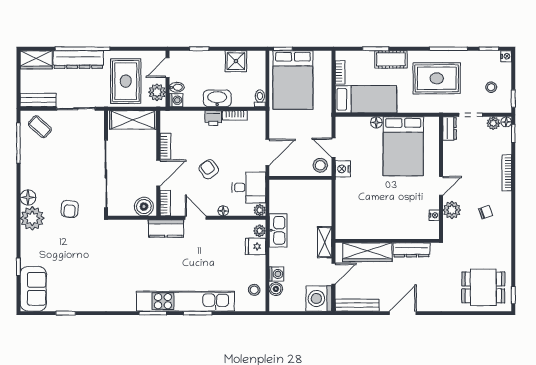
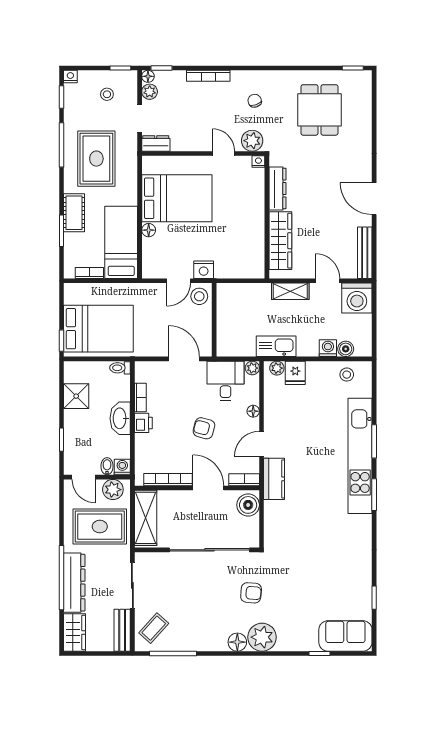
bookcase: (165, 146) -> (168, 480), width x1.56
armchair: (209, 169) -> (204, 428), turned 51
wall: (387, 241) -> (267, 217), moved
dresser: (411, 250) -> (278, 189), moved
wardrobe: (367, 252) -> (280, 241), moved
dining table: (483, 287) -> (319, 110), moved

